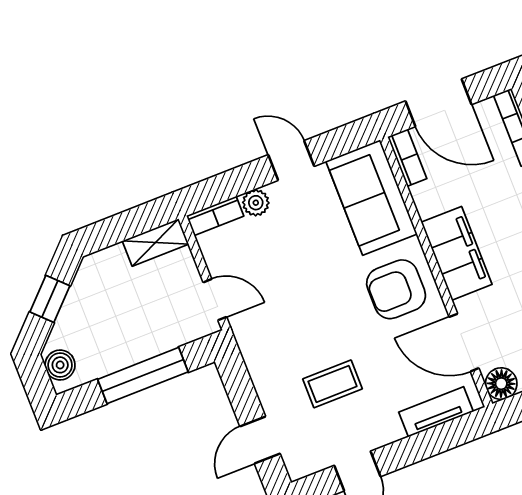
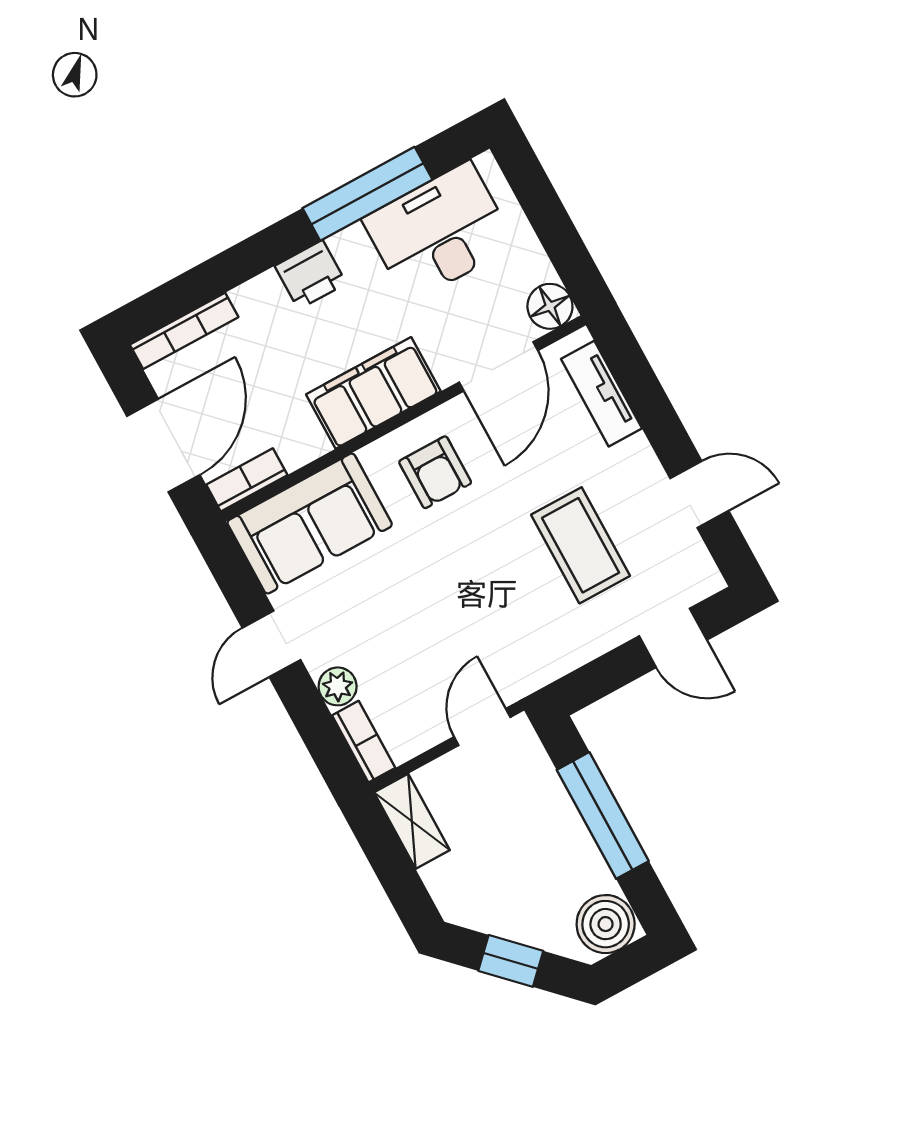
armchair: (396, 289) -> (435, 472), width x0.72, depth x0.72
boiler: (60, 365) -> (606, 924), width x1.36, depth x1.36
coffee table: (333, 384) -> (581, 545), width x1.36, depth x1.30

